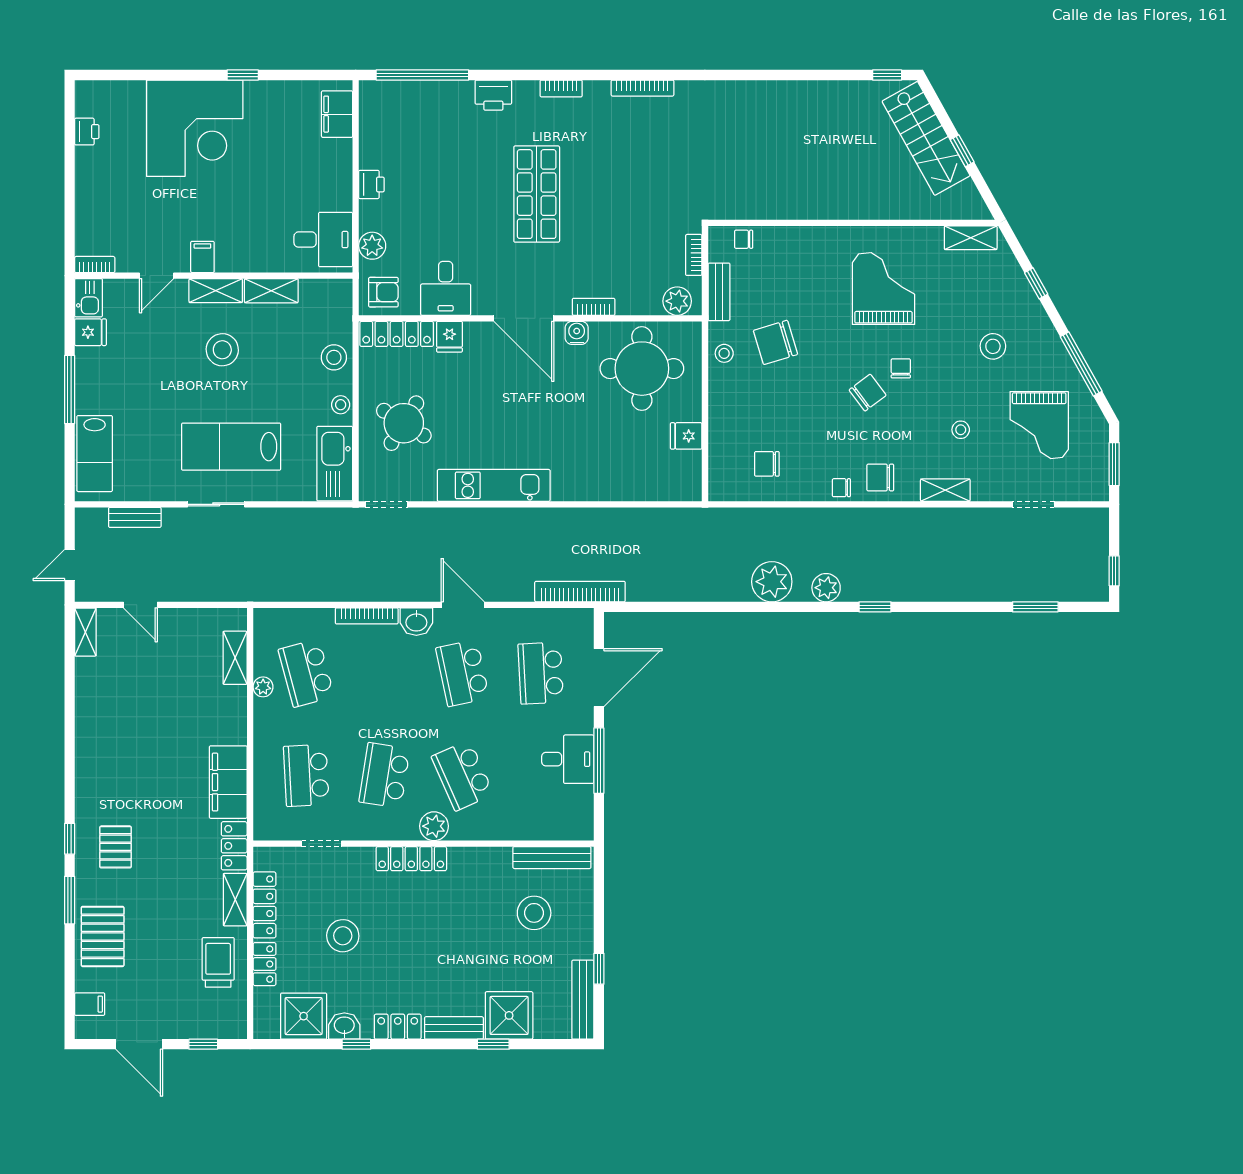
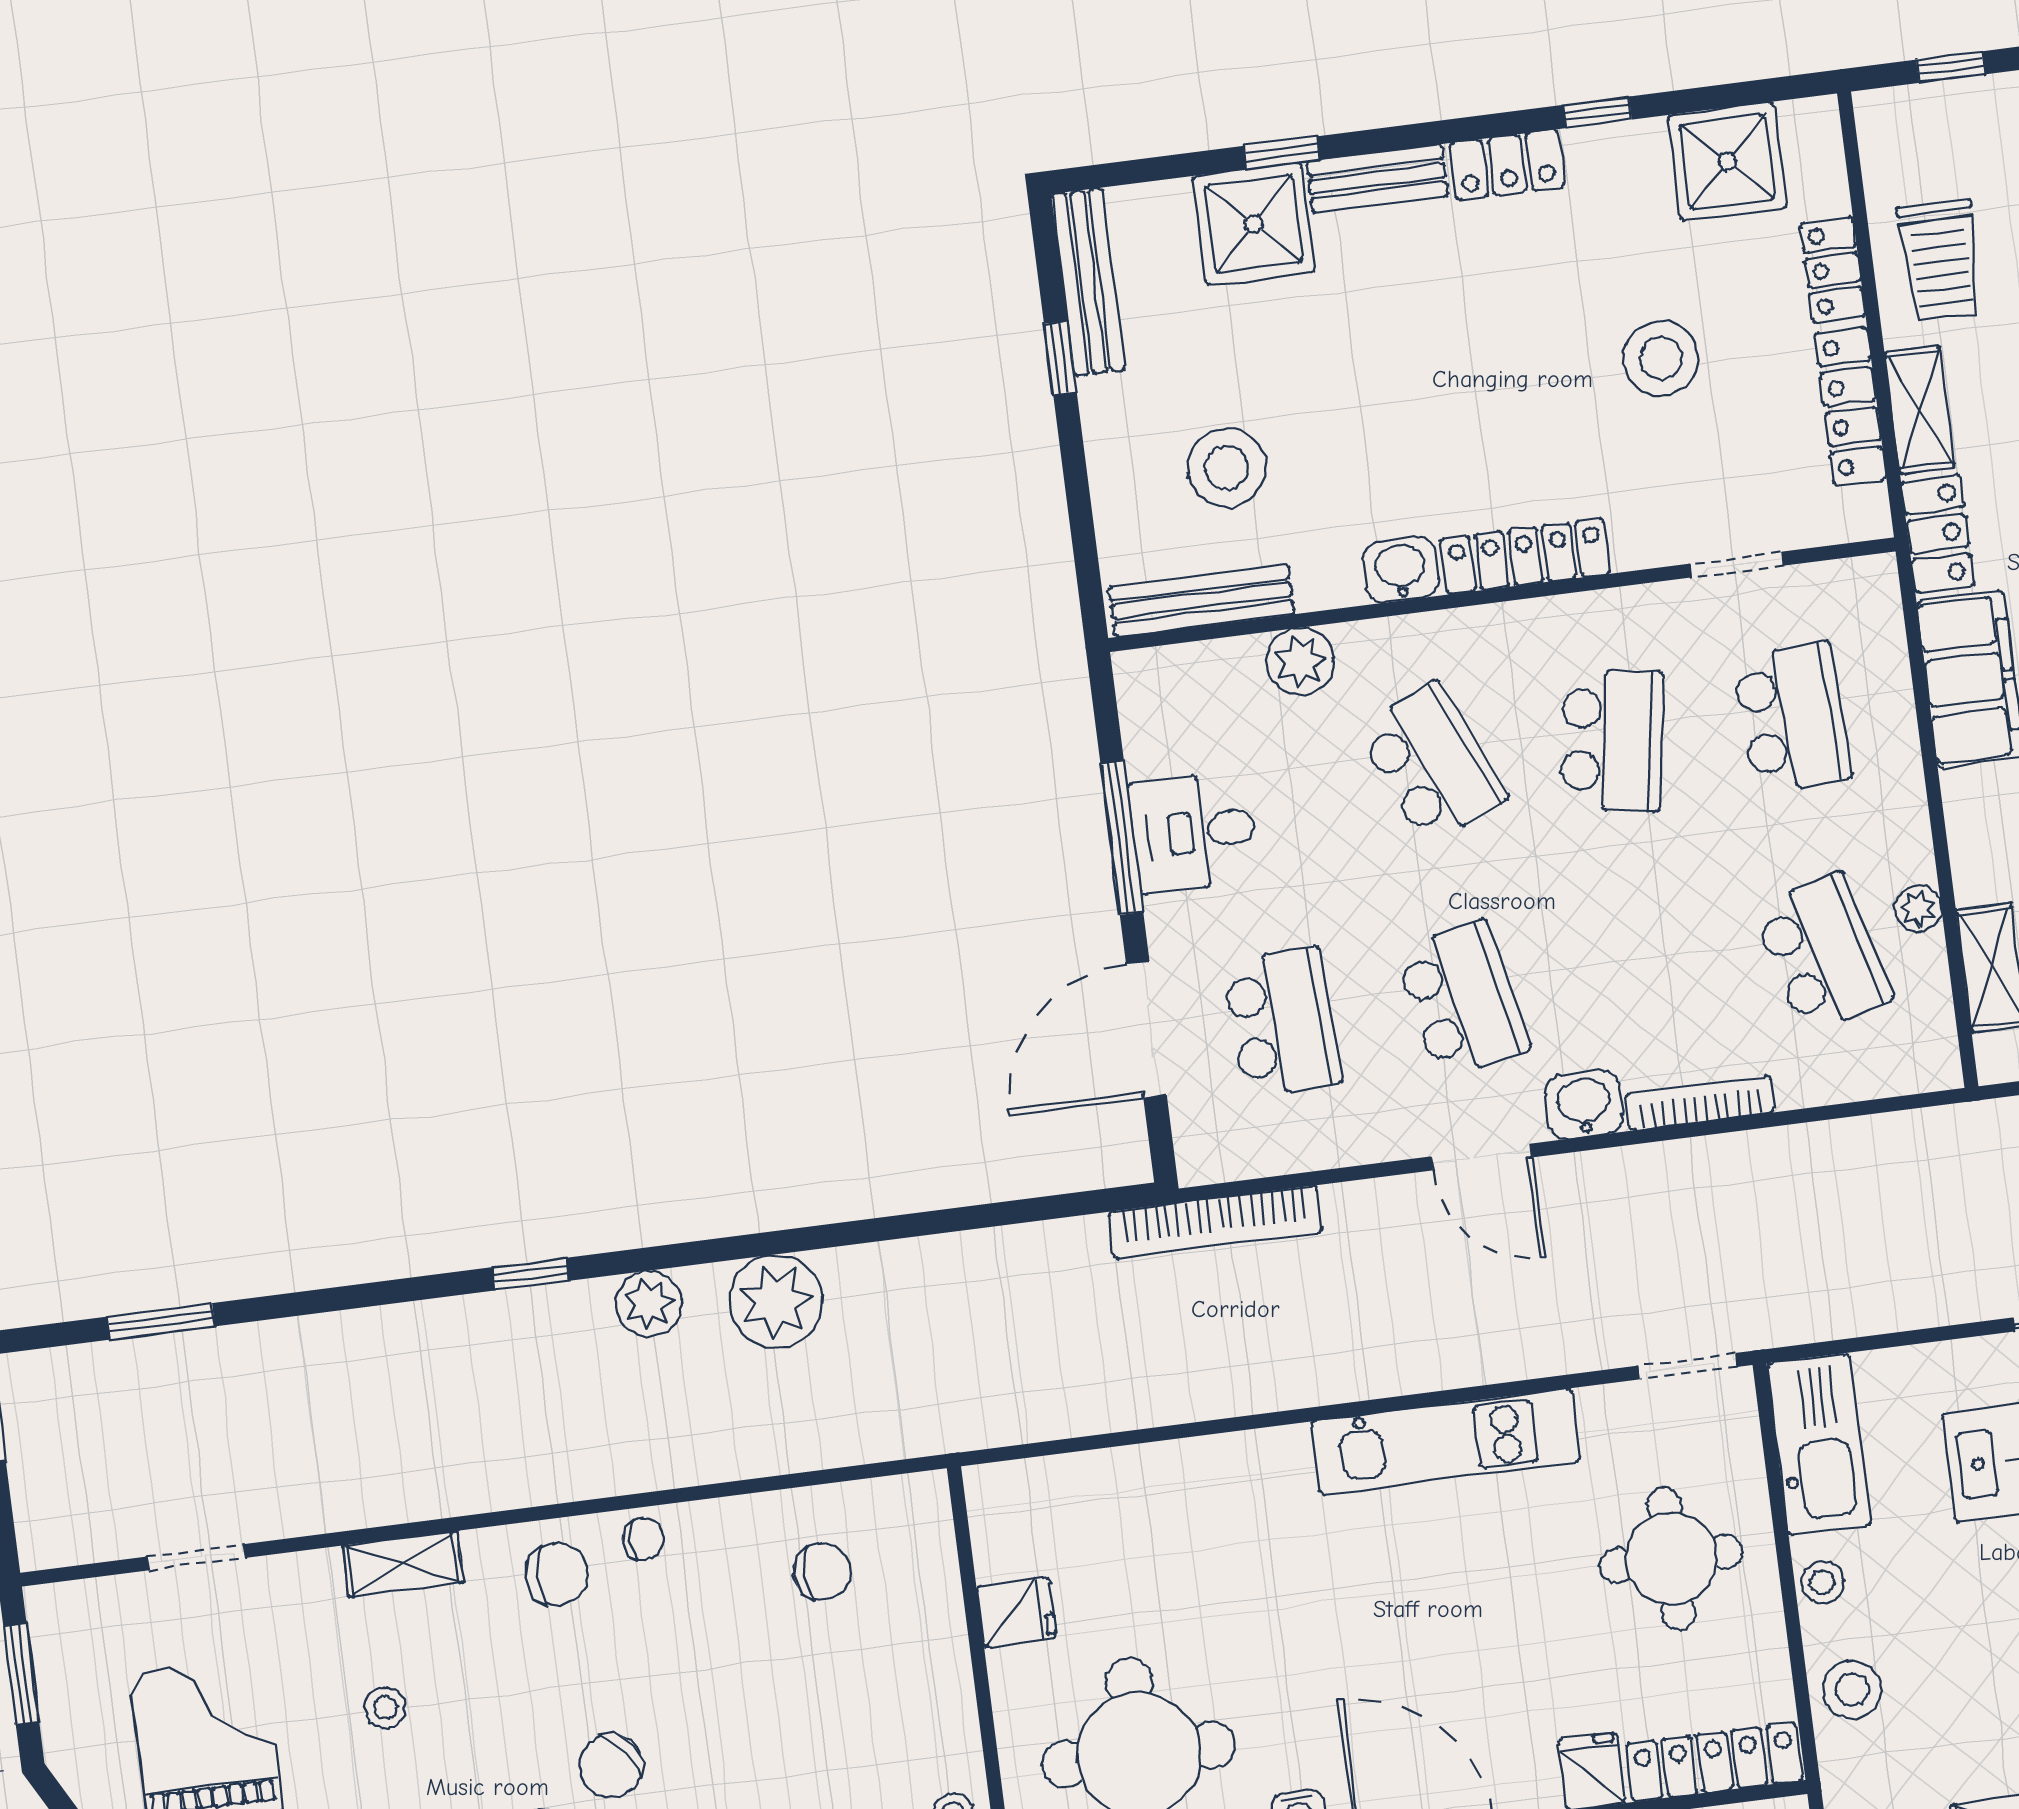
round table: (404, 423) -> (1671, 1558), turned -32
plant: (434, 826) -> (1300, 661), moved
washbasin: (344, 1026) -> (1401, 570), moved, turned 180

